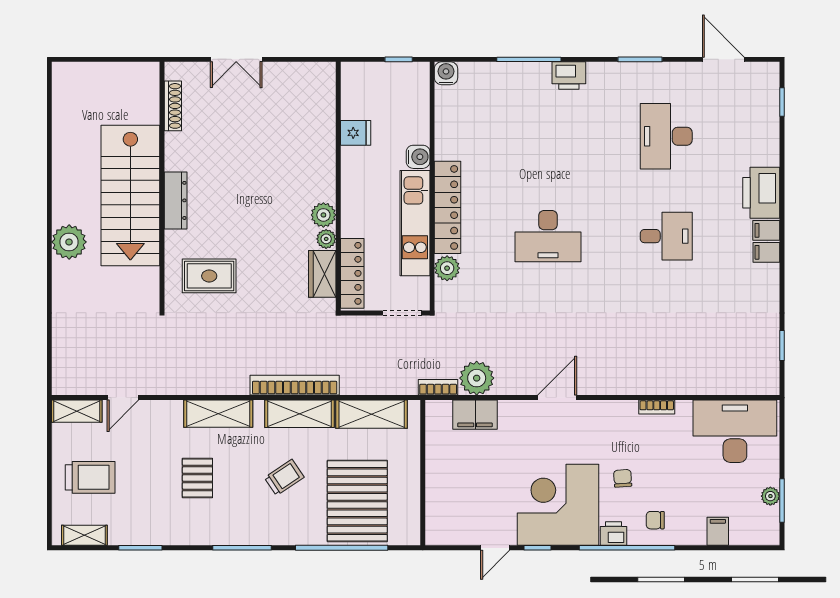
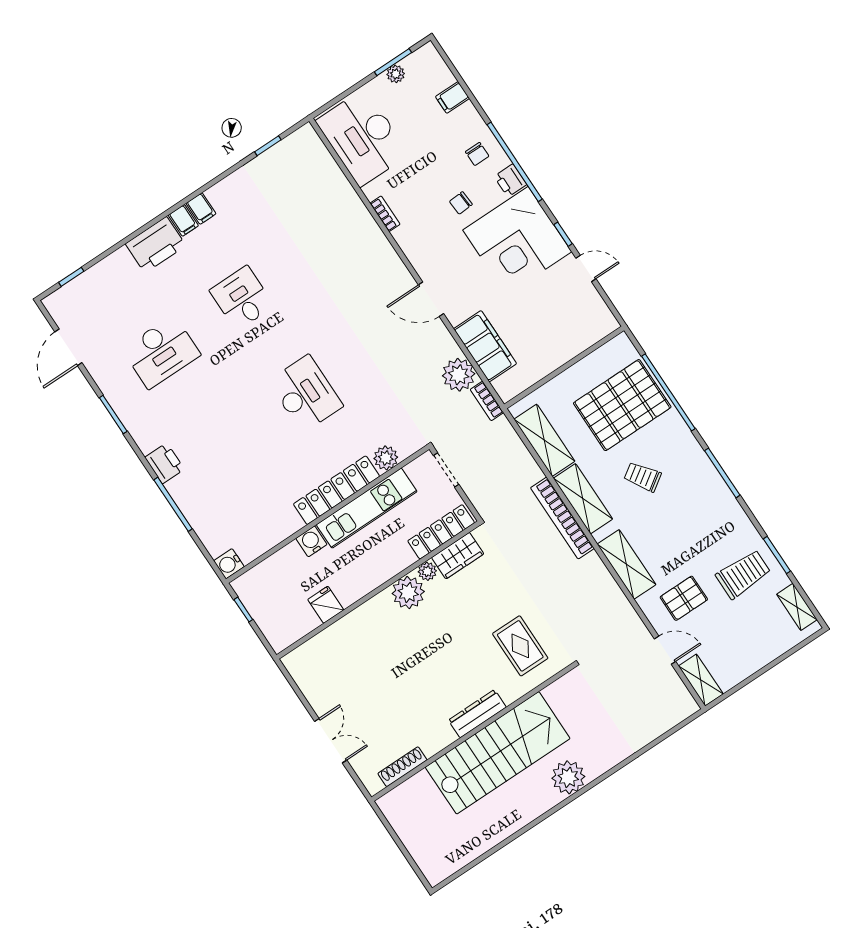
plant: (323, 215) -> (408, 593), width x1.36, depth x1.36
filing cabinet: (475, 415) -> (485, 346), width x1.50, depth x1.17
trolley: (90, 477) -> (743, 574), moved, turned 90
pallet: (197, 478) -> (684, 598), moved

